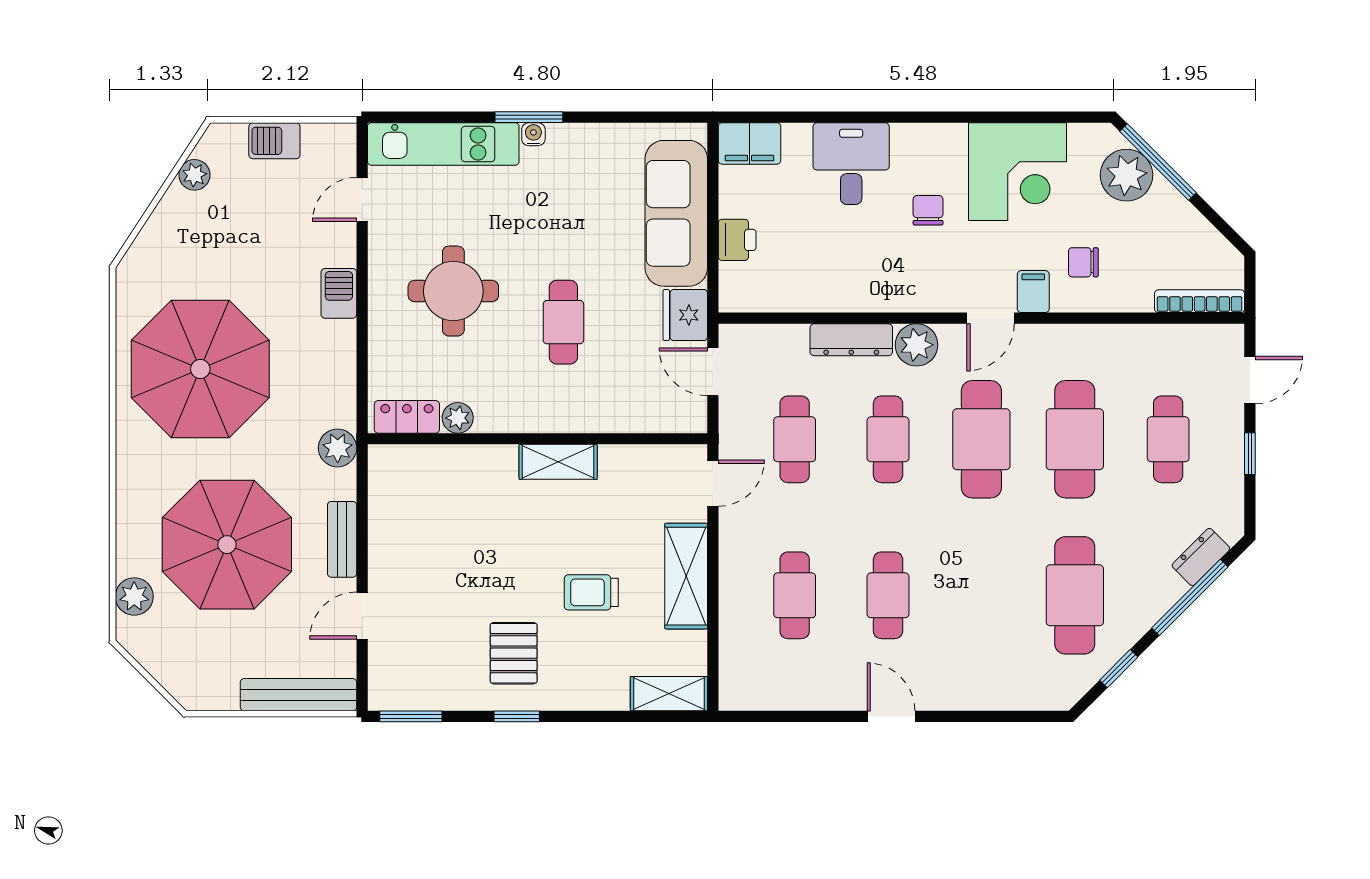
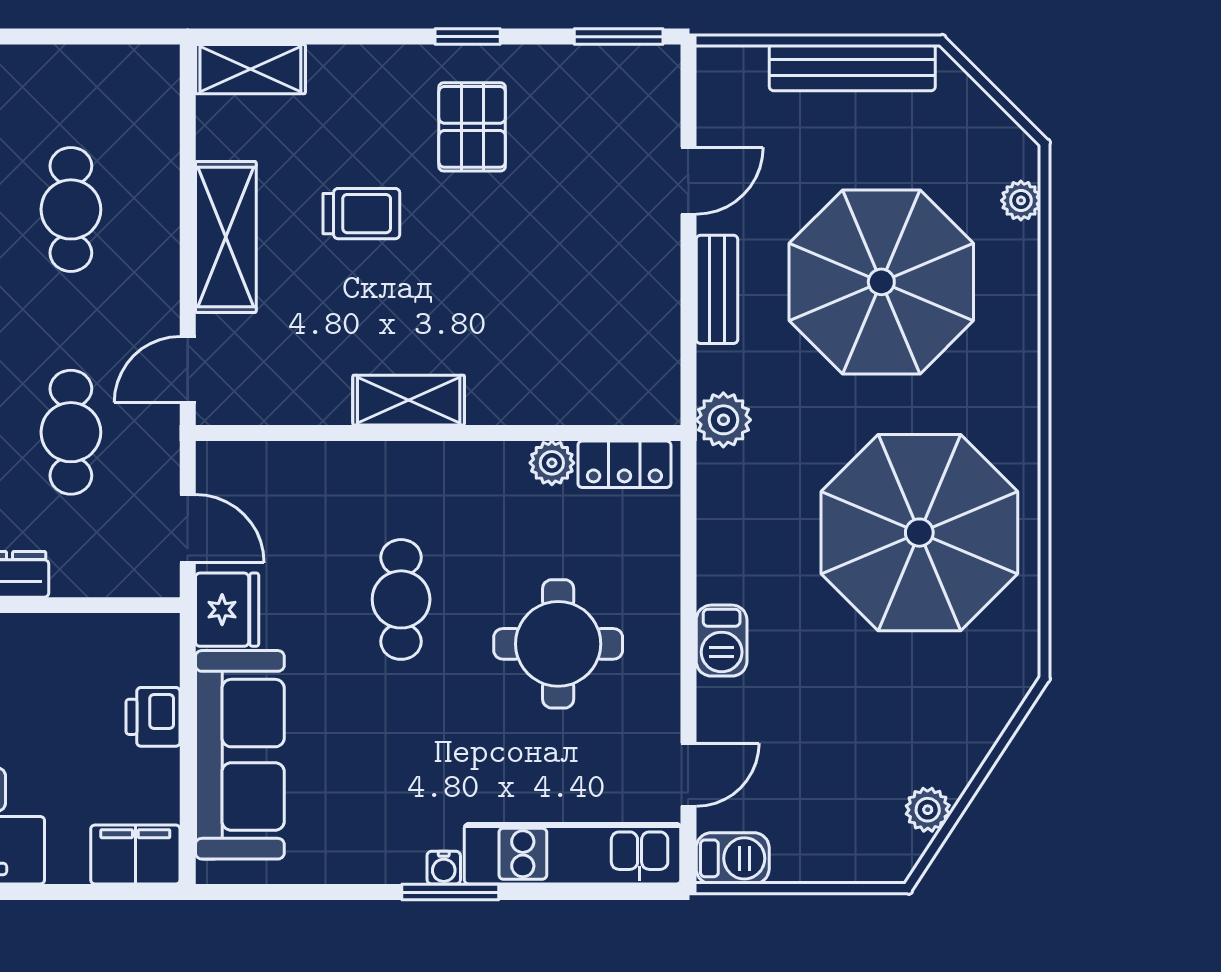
barbecue: (274, 141) -> (733, 858), moved
plant: (134, 596) -> (1021, 200), width x0.73, depth x0.73
bench: (298, 695) -> (852, 68), moved

